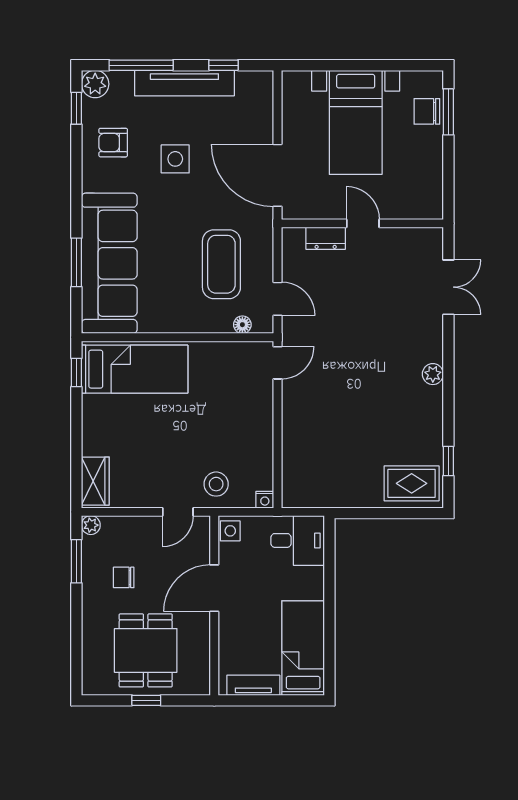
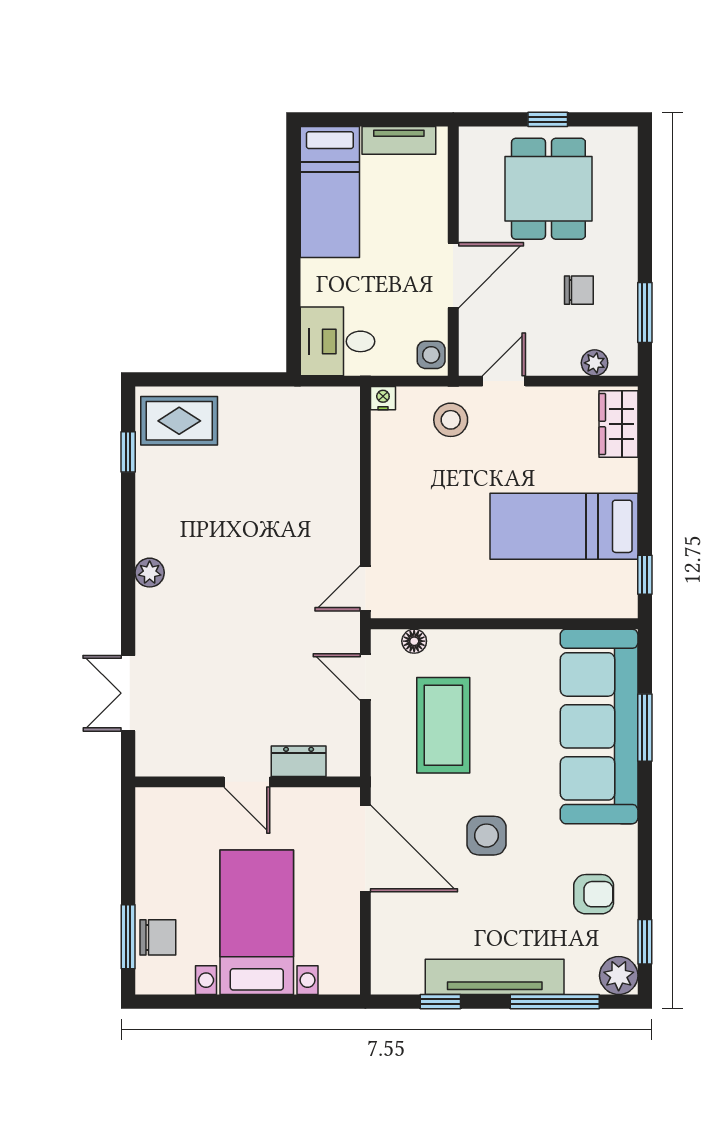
side table: (175, 159) -> (486, 836), moved
bed: (135, 369) -> (564, 526), moved
plant: (91, 525) -> (595, 363), moved

